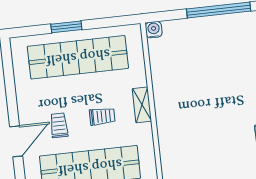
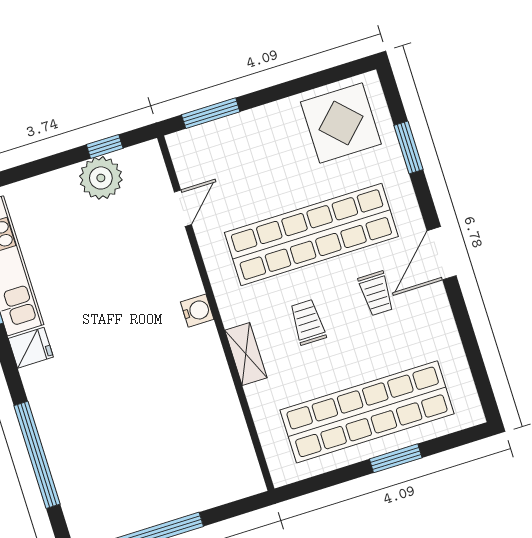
water cooler: (154, 30) -> (197, 311), moved, turned -90
trolley: (102, 116) -> (308, 322), turned 90

